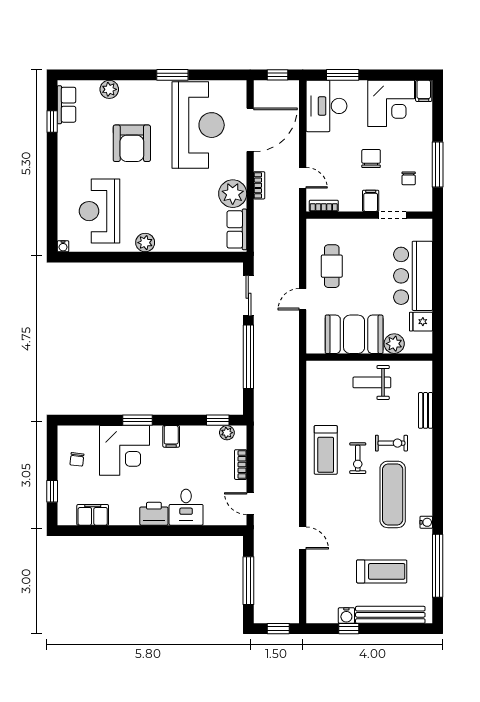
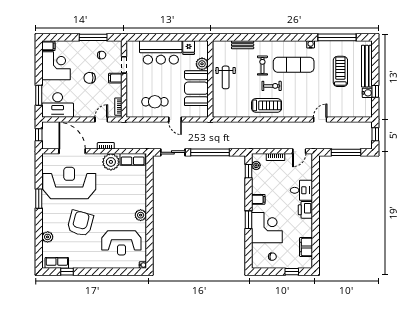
armchair: (132, 143) -> (80, 223), turned -75

